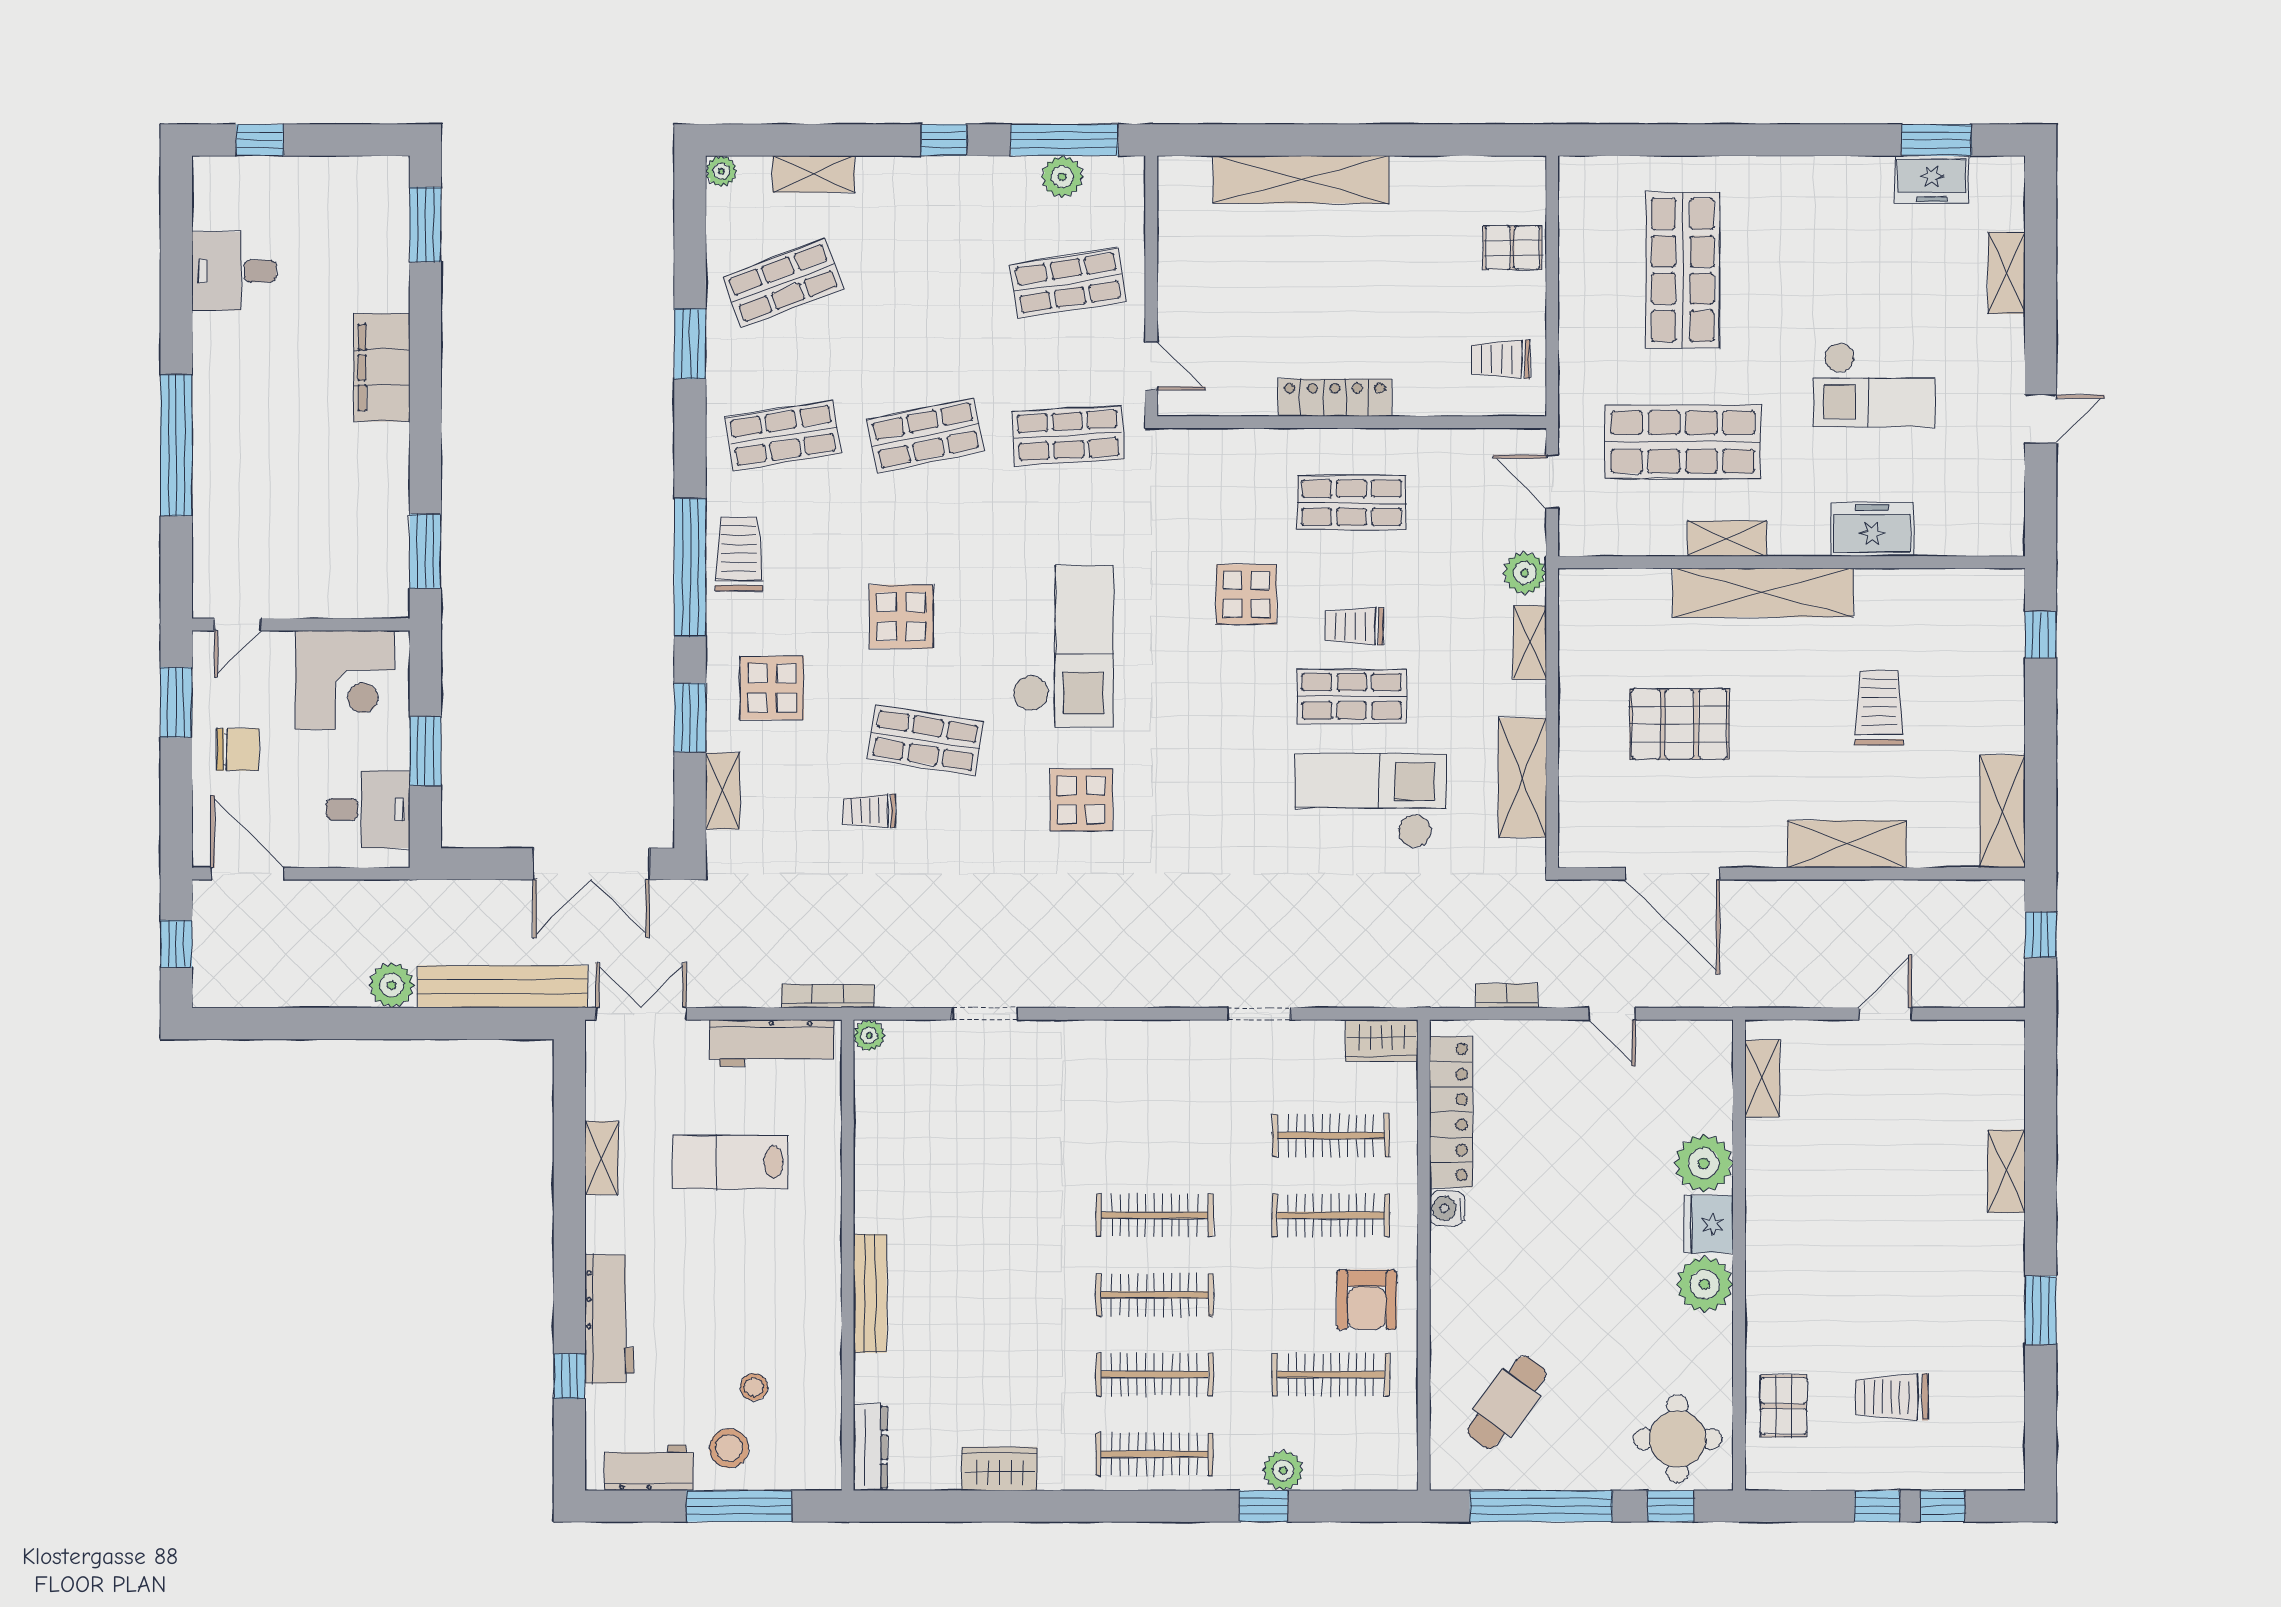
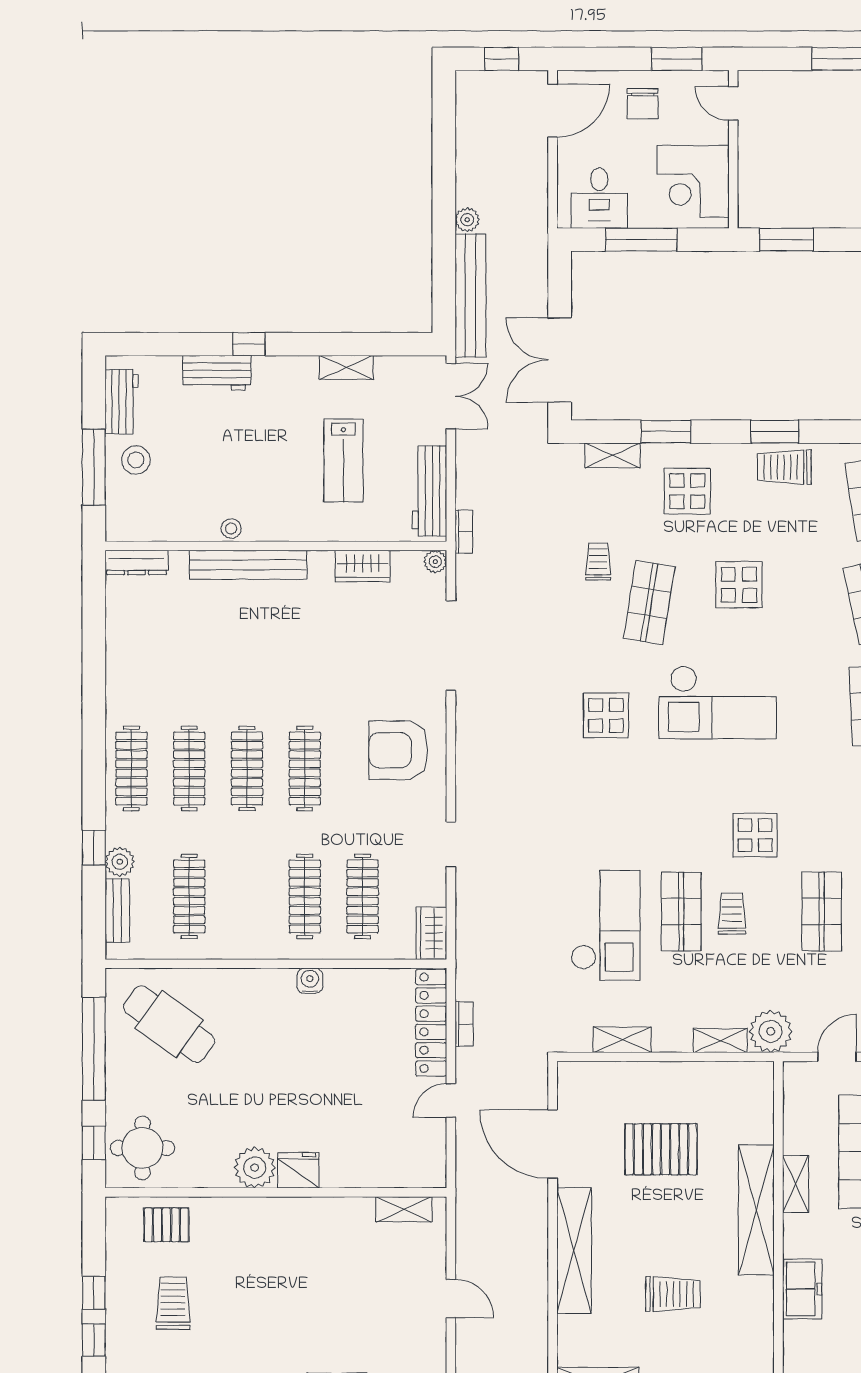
trolley: (739, 554) -> (784, 467), turned 180
window: (690, 567) -> (775, 432), width x0.47
plant: (1525, 573) -> (771, 1031), width x1.36, depth x1.36
pallet: (1679, 724) -> (661, 1149), turned 90
window: (425, 751) -> (641, 240), width x1.44
shelving: (1522, 778) -> (622, 1040), width x0.67, depth x0.75
shelving: (1847, 844) -> (574, 1251), width x1.47
door: (1672, 874) -> (553, 1144), hinge flipped
plant: (392, 985) -> (467, 220), width x0.73, depth x0.73
bookcase: (828, 996) -> (464, 532), width x0.64
doorway: (985, 1014) -> (451, 645), width x1.88
locker: (1451, 1112) -> (431, 1023), moved, turned 90
lab bench: (730, 1162) -> (343, 460), turned 180
plant: (1704, 1163) -> (343, 1167), removed
bench: (870, 1293) -> (248, 565), width x1.37, depth x1.21
armchair: (1367, 1300) -> (398, 750), moved, width x1.36, depth x1.36
workbench: (609, 1319) -> (217, 373), width x0.73
window: (569, 1376) -> (249, 344), moved
stool: (754, 1387) -> (231, 529), moved
cafe table: (1507, 1402) -> (169, 1024), width x1.37, depth x1.35
wardrobe: (1000, 1469) -> (363, 566), moved, turned 90
bench: (1350, 1474) -> (117, 911), added

